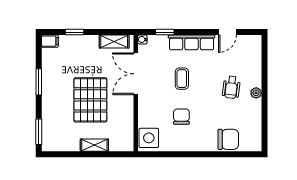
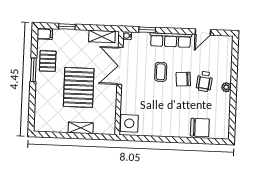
pallet: (54, 72) -> (48, 61), added
chair: (181, 117) -> (183, 79), moved, turned -94
window: (39, 132) -> (32, 114), removed

